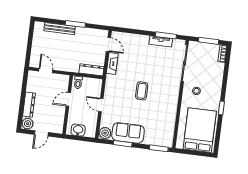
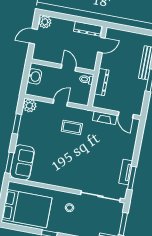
door: (108, 44) -> (126, 115), hinge flipped
dresser: (91, 70) -> (102, 82), moved
coffee table: (142, 91) -> (72, 127), moved
dresser: (29, 105) -> (88, 29), moved
door: (41, 133) -> (33, 36), hinge flipped
sofa: (128, 133) -> (22, 162), moved

